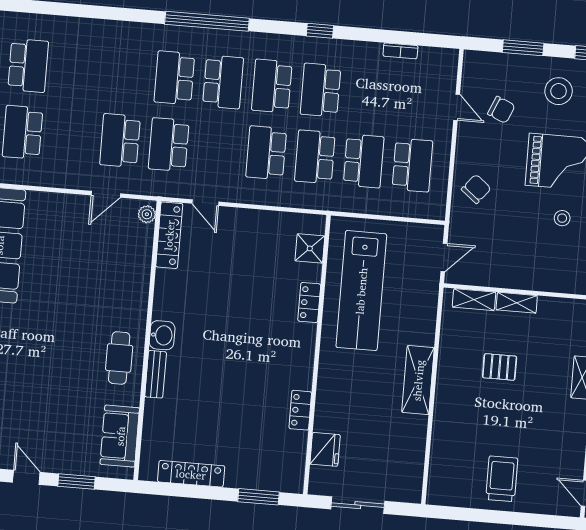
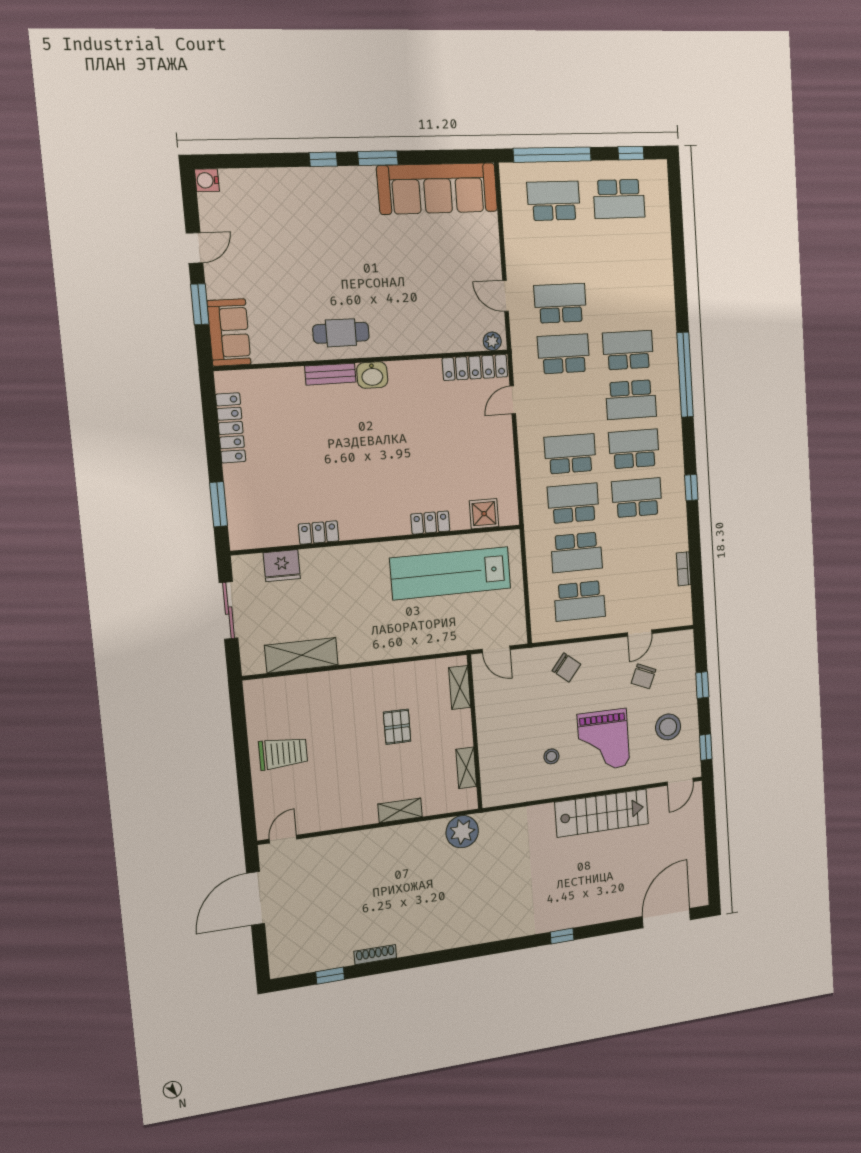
window: (523, 48) -> (702, 685), width x0.67
shelving: (517, 303) -> (466, 768), moved
shelving: (418, 380) -> (302, 655), moved
sofa: (120, 436) -> (229, 333), moved, turned 90

